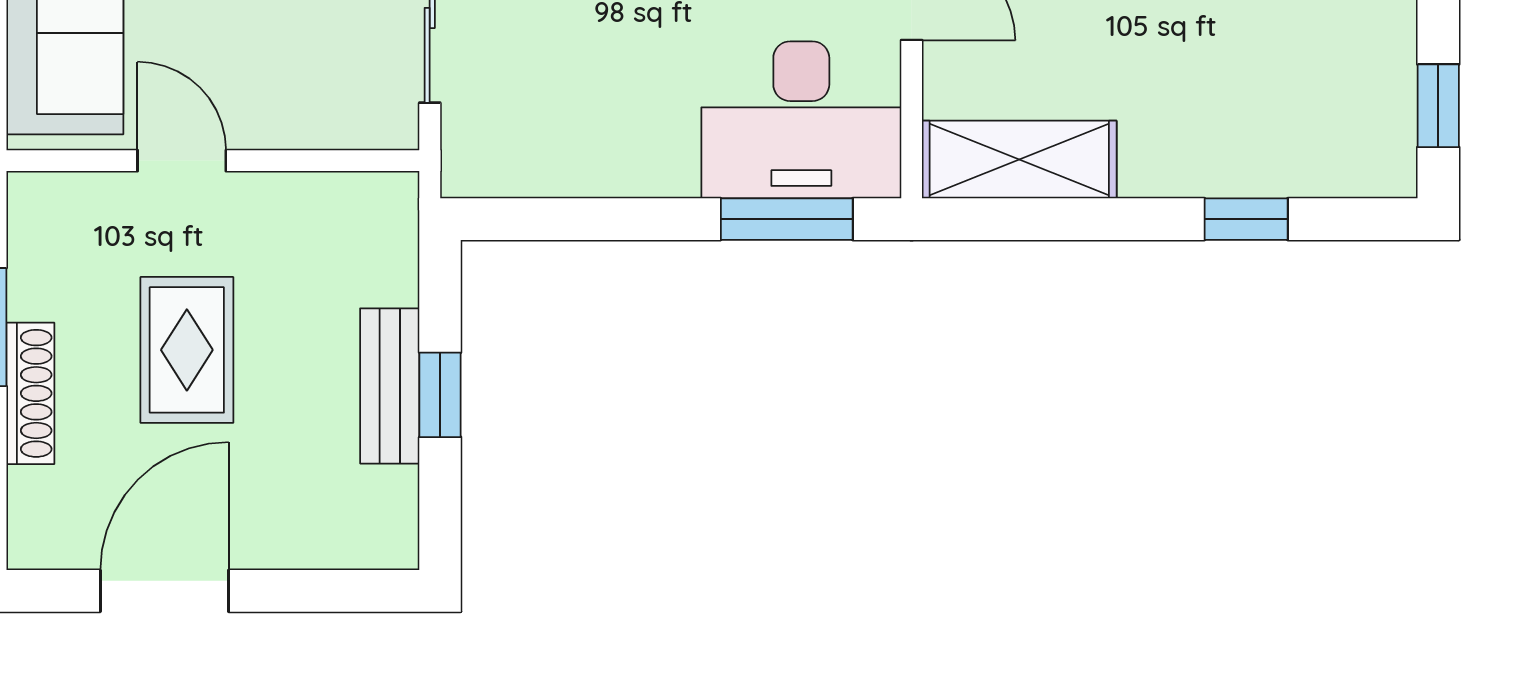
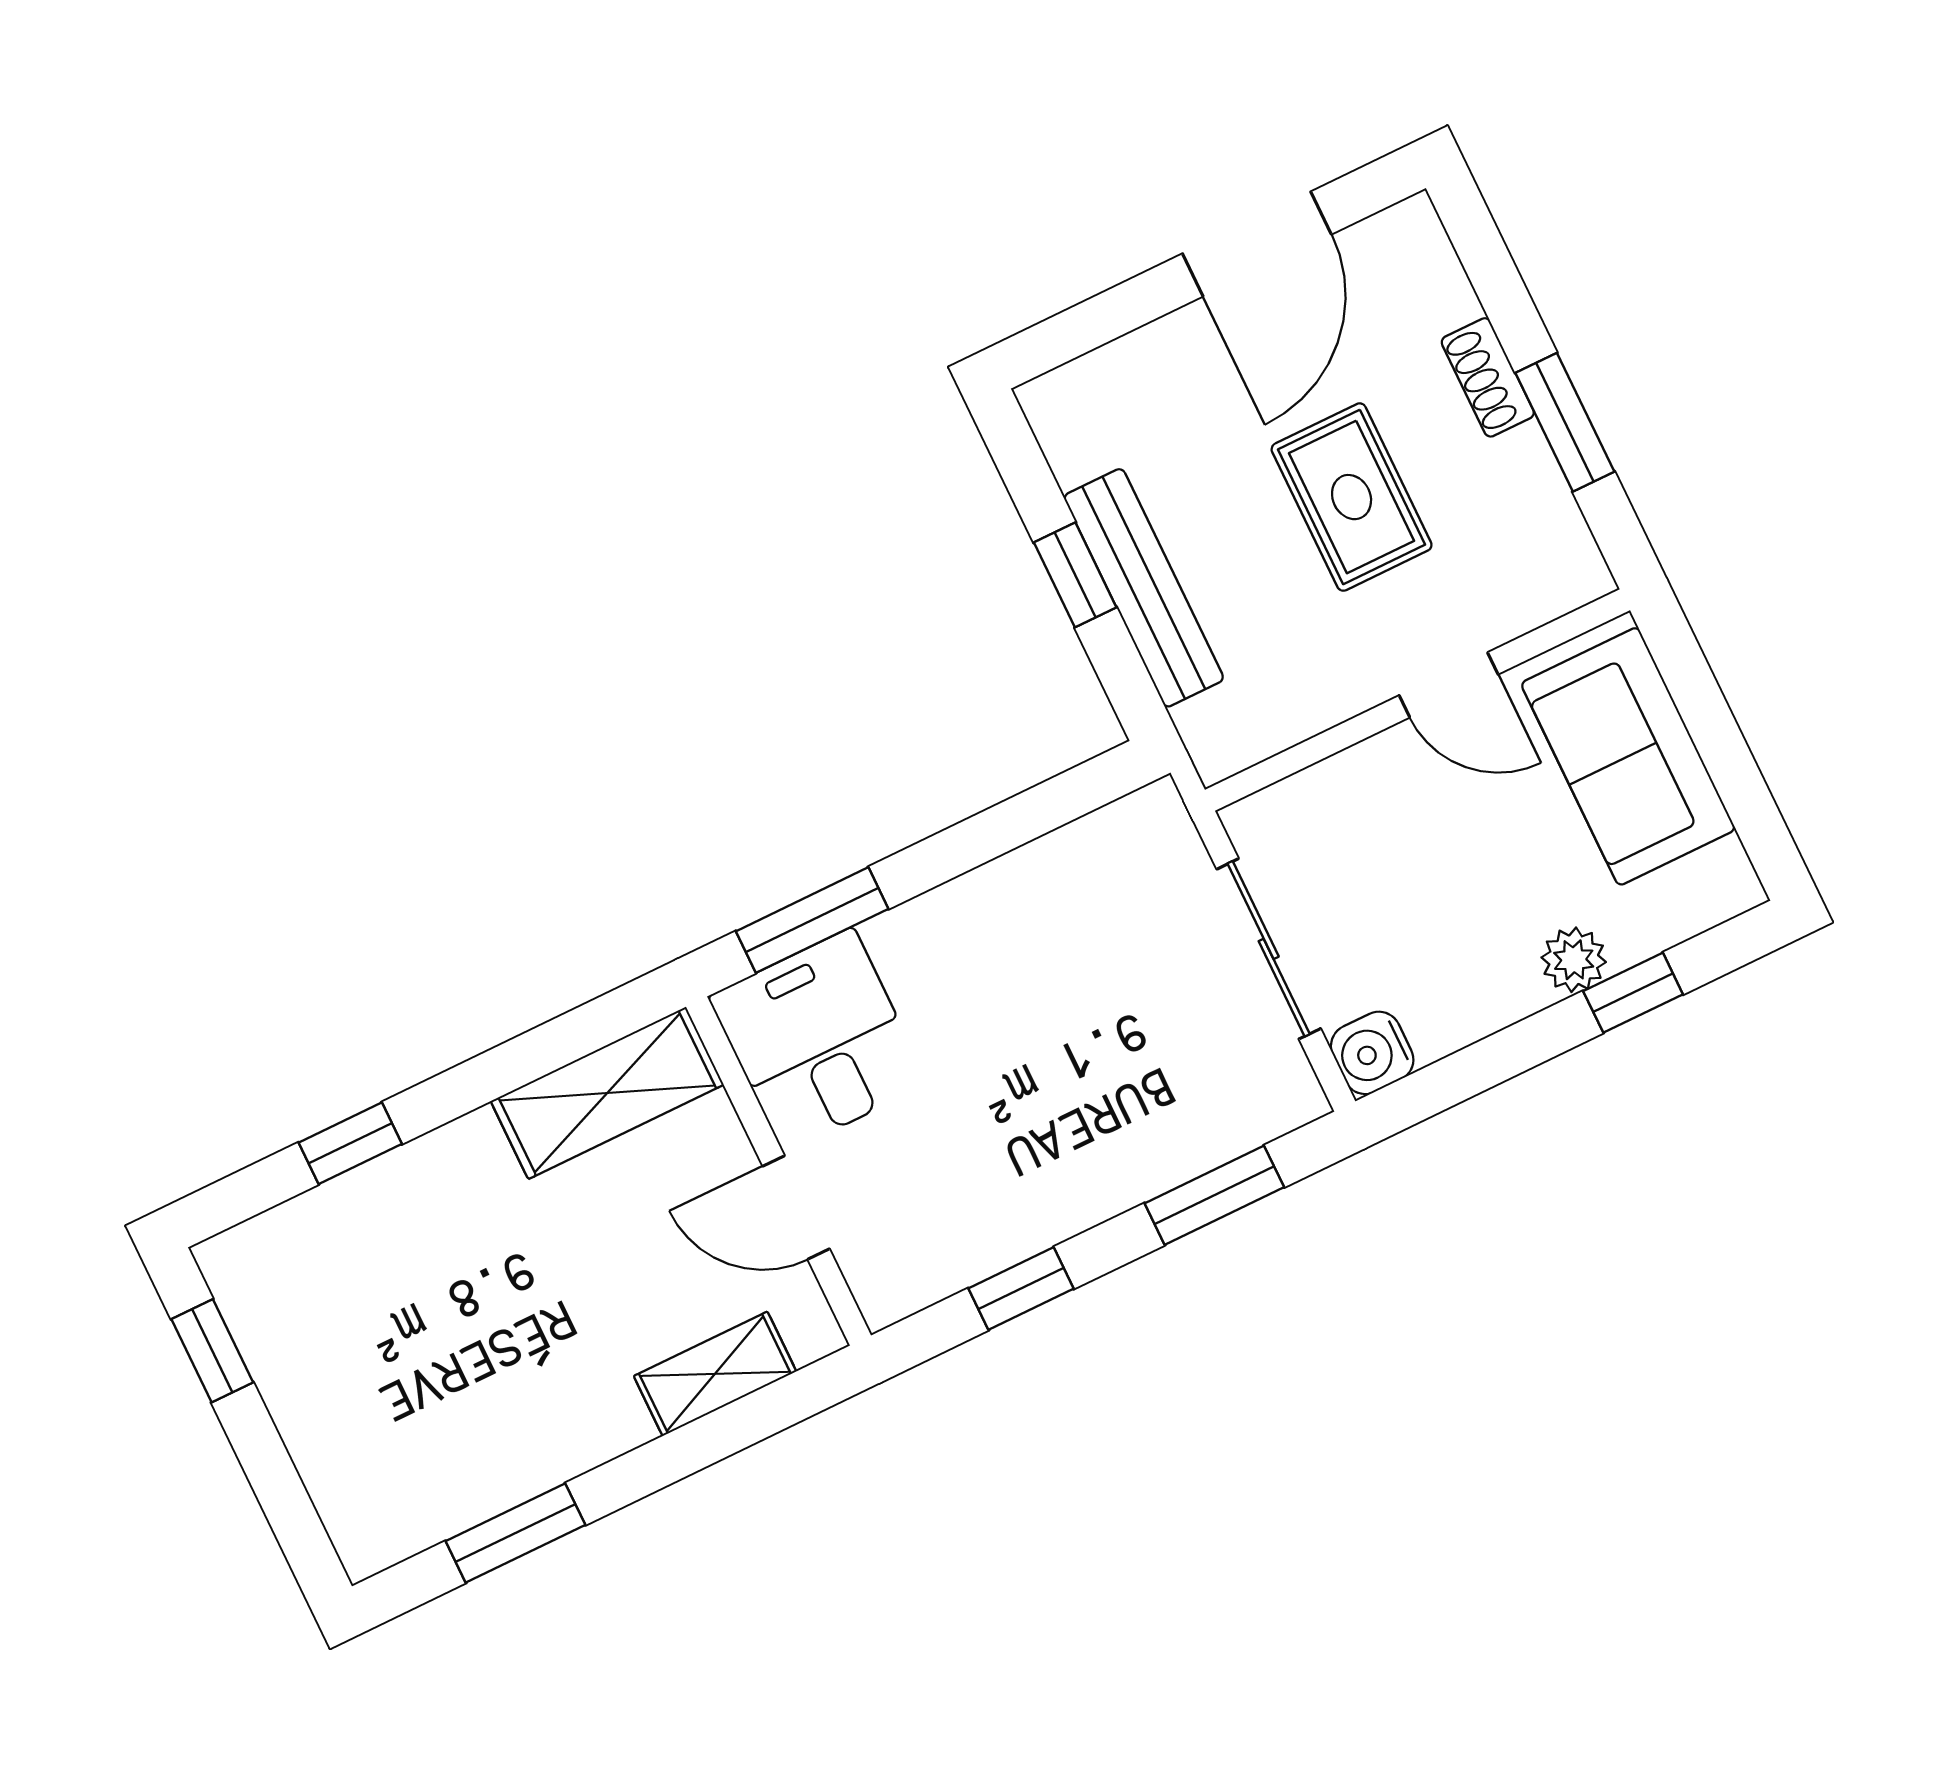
desk: (801, 120) -> (818, 1040), width x0.73
bench: (390, 386) -> (1144, 588), width x1.36
shoe rack: (30, 393) -> (1488, 377), width x0.70

